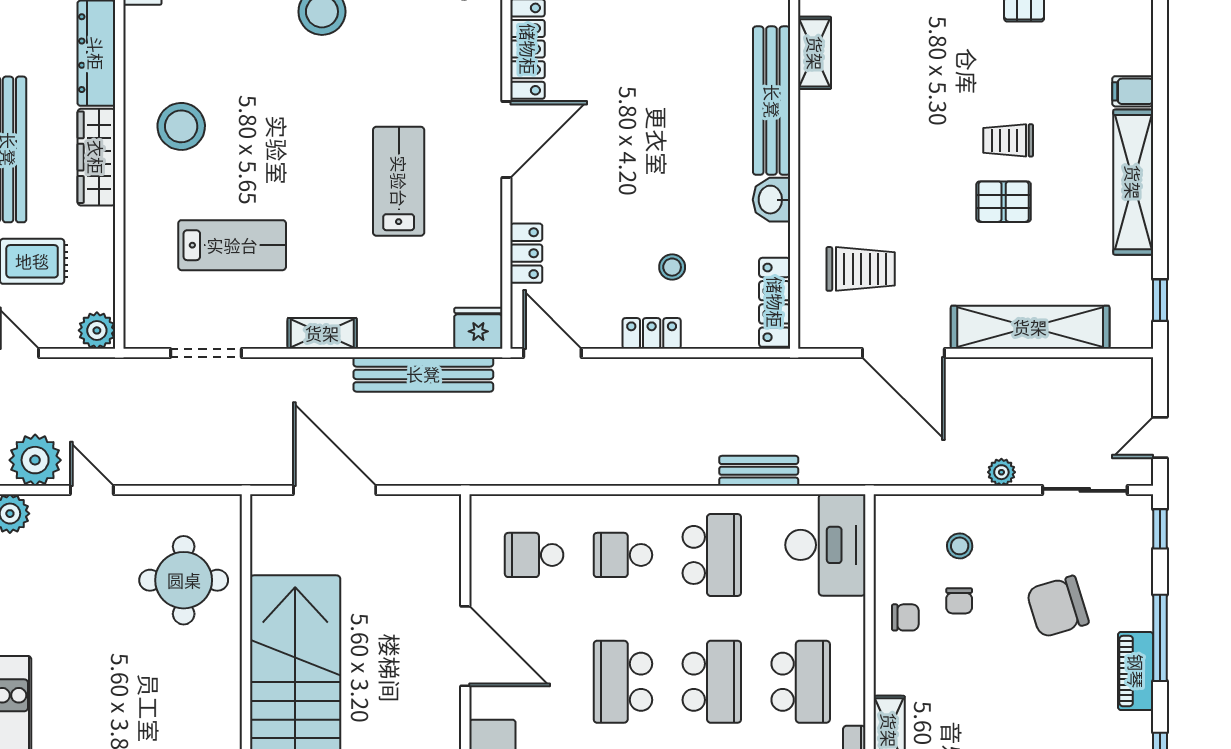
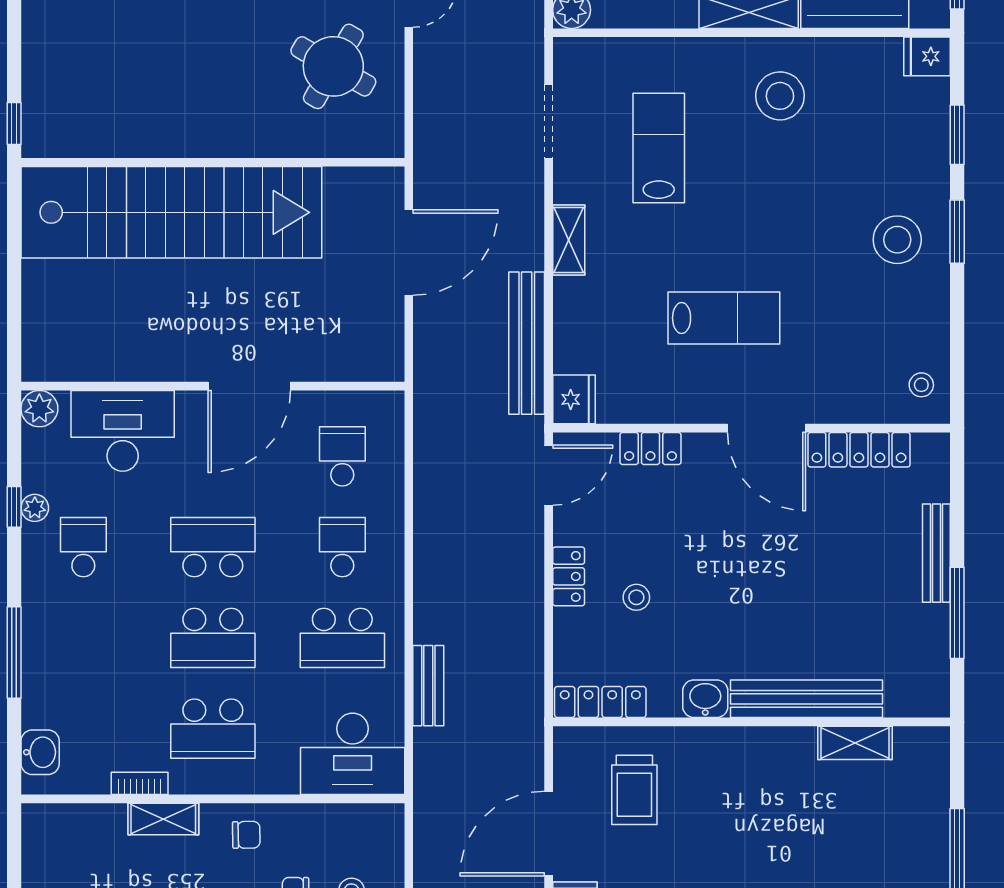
lab bench: (232, 245) -> (659, 148), turned 180
round table: (184, 580) -> (333, 66), moved, turned 30
chair: (905, 617) -> (246, 835), moved, turned -91

